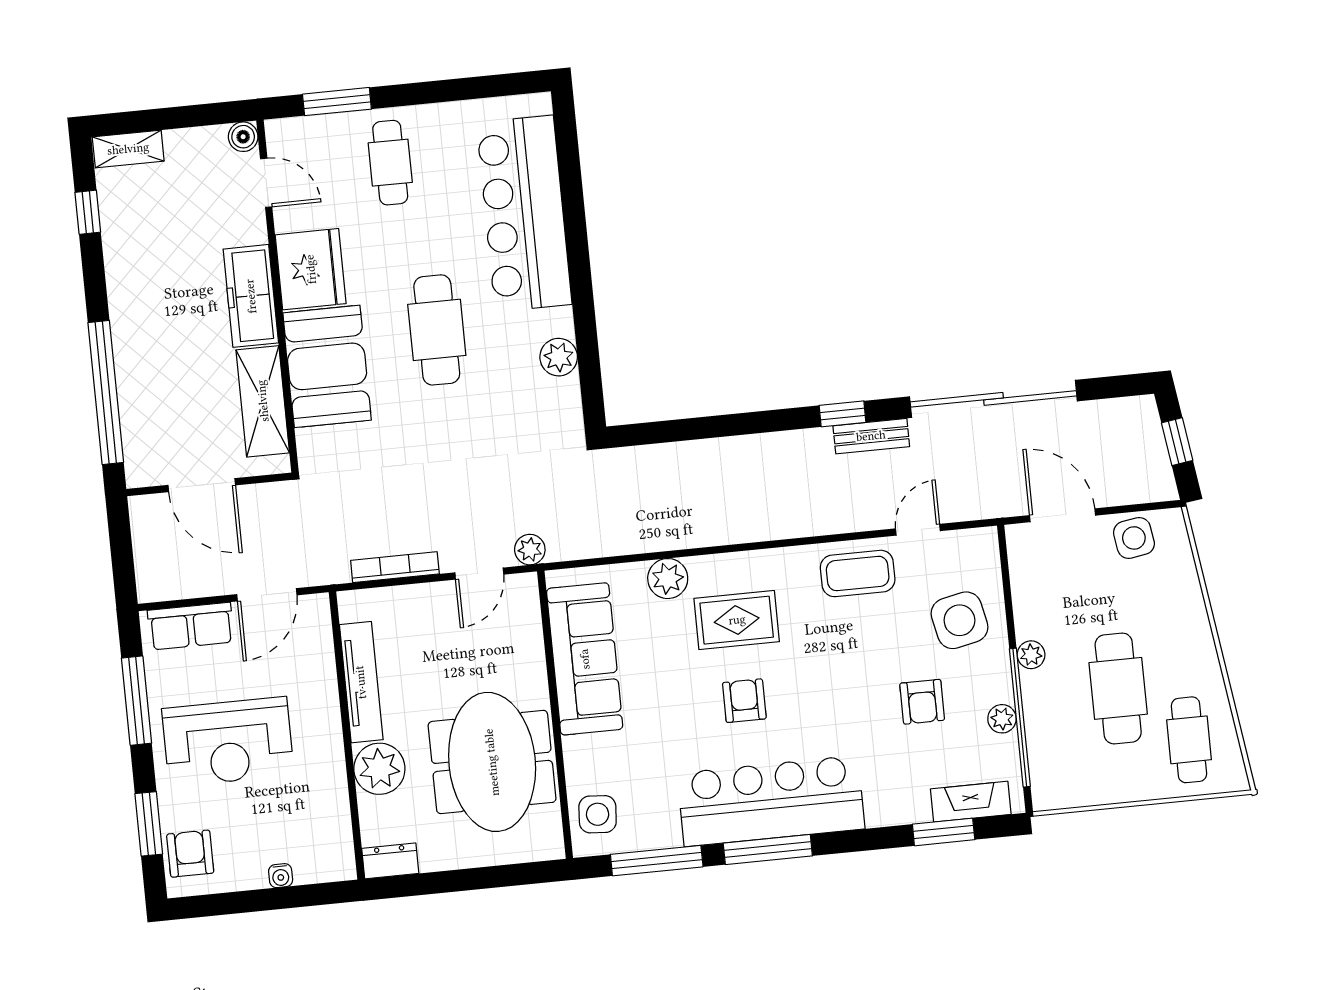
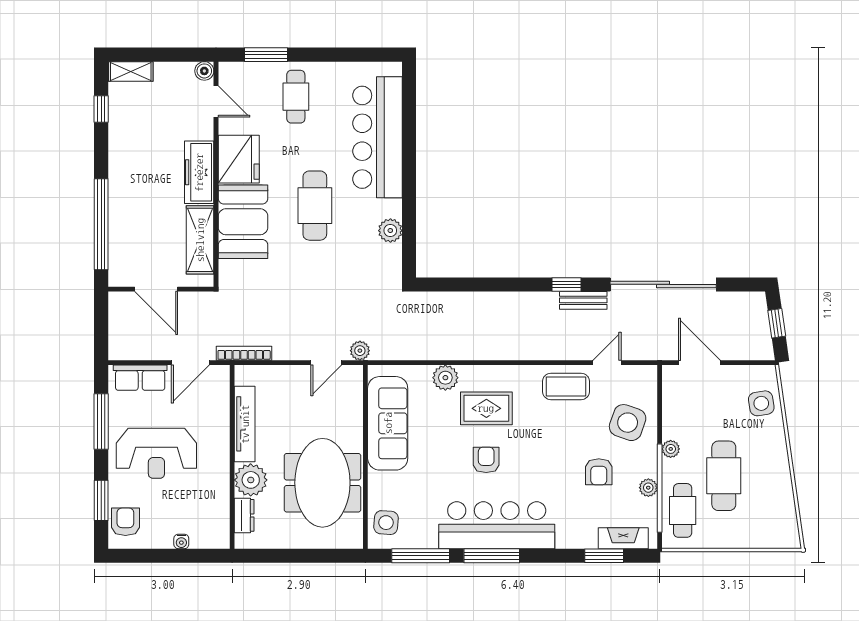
side table: (1134, 538) -> (761, 403), moved
bookcase: (395, 567) -> (244, 353), moved
side table: (959, 620) -> (628, 423), turned 31
cafe table: (1189, 740) -> (683, 510), moved
dresser: (390, 861) -> (244, 515), moved, turned 90

